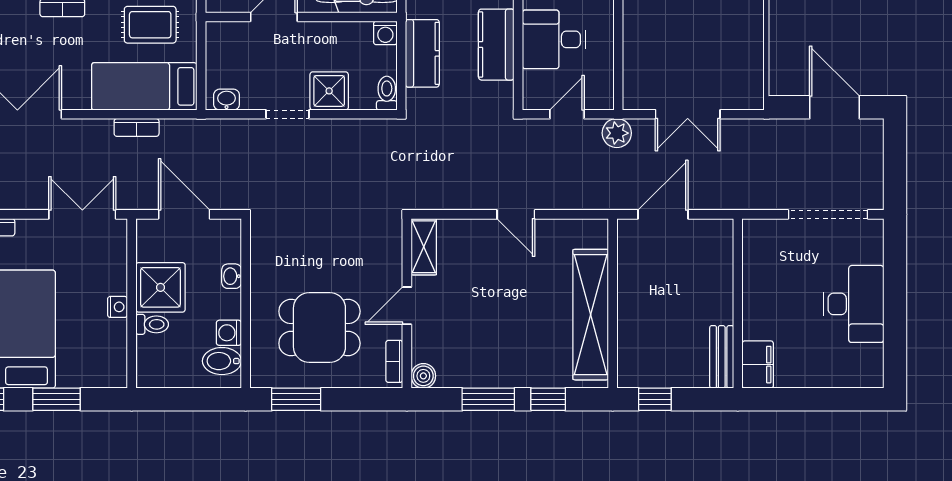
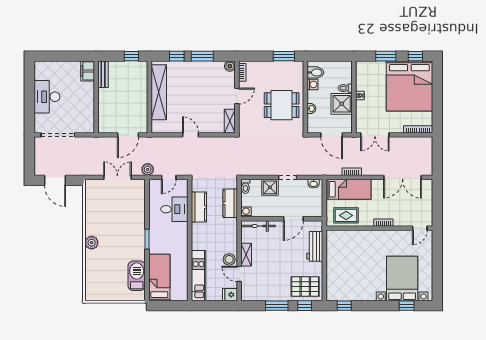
dining table: (319, 327) -> (282, 105), moved

